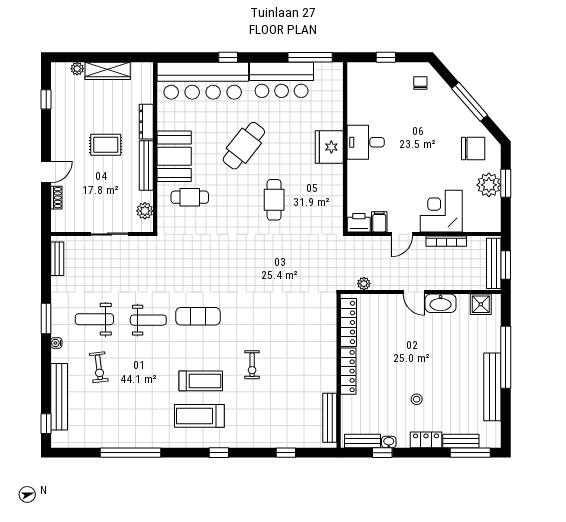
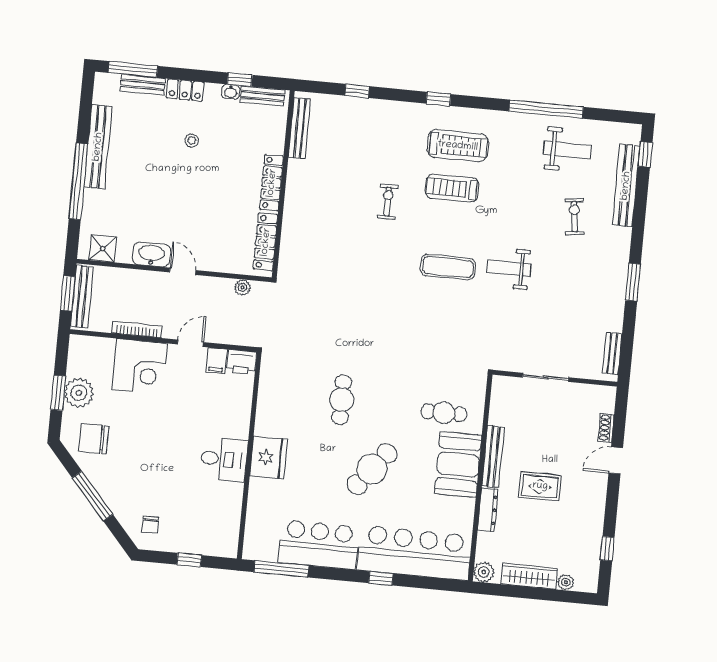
plant: (145, 211) -> (484, 572), moved
weight bench: (94, 319) -> (567, 150), moved
water cooler: (56, 343) -> (623, 251), removed

